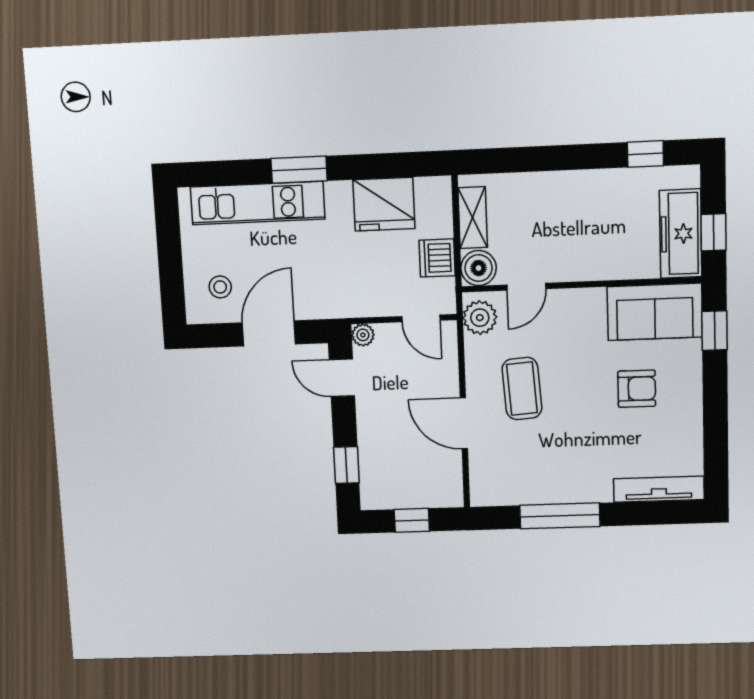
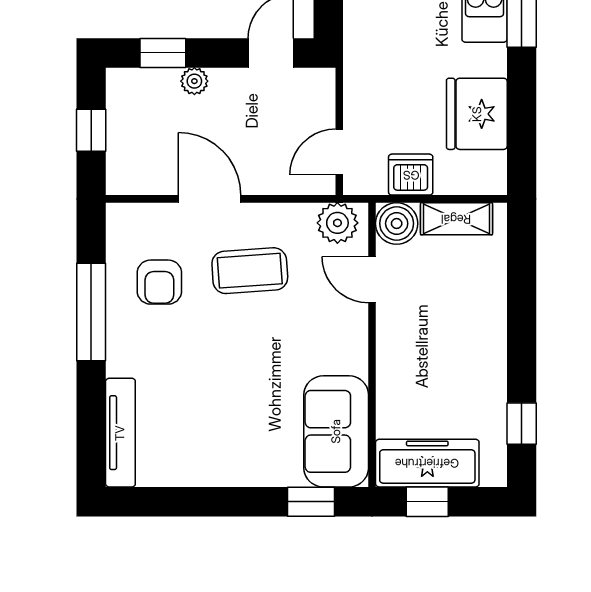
plant: (363, 335) -> (194, 81), moved
armchair: (637, 389) -> (159, 282), moved
door: (464, 423) -> (210, 199), hinge flipped

